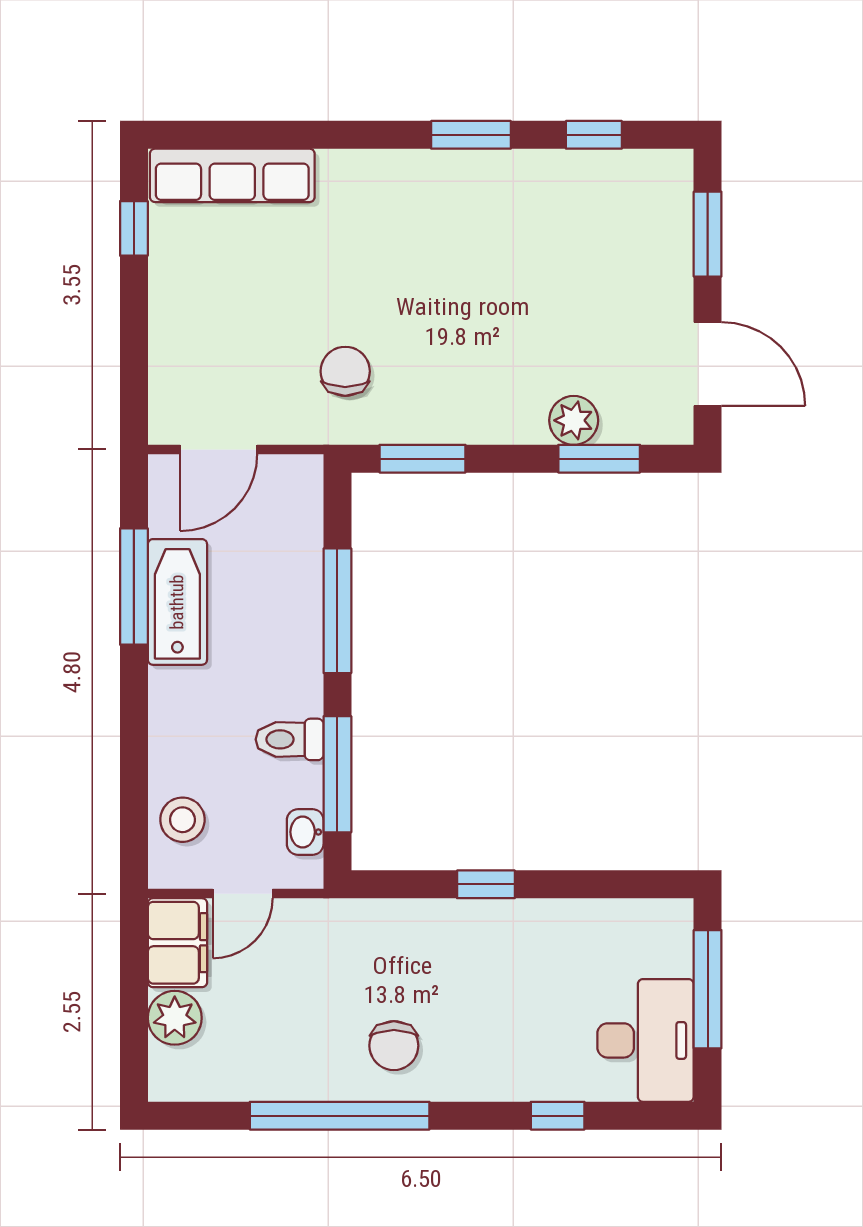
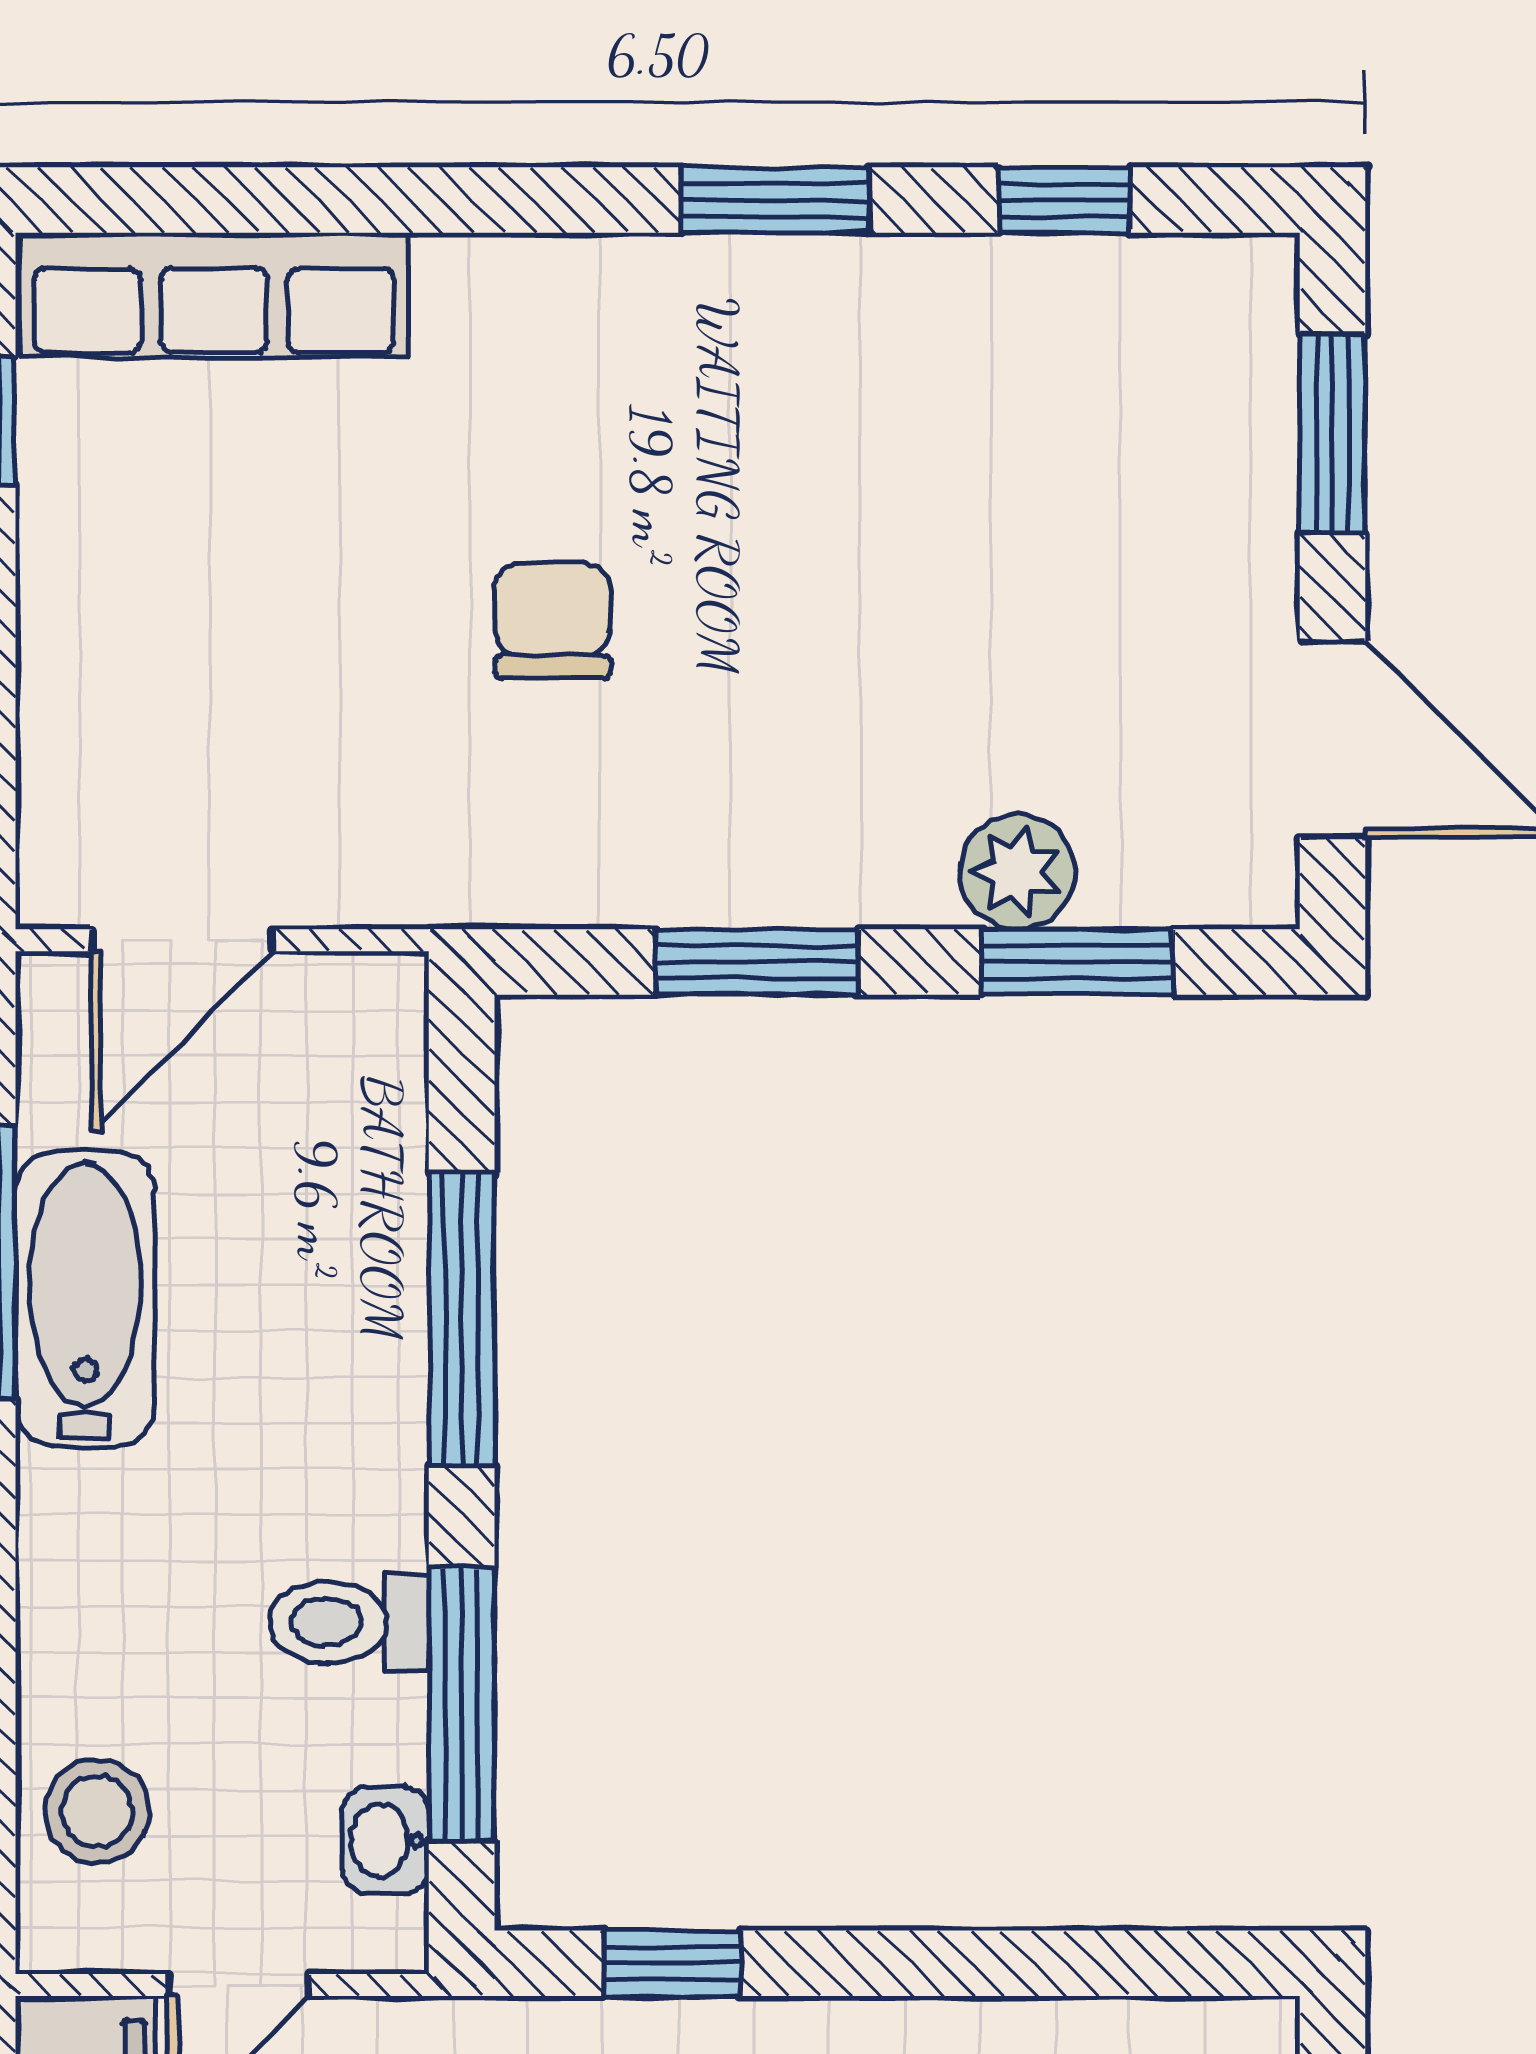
chair: (345, 371) -> (553, 620), moved
window: (422, 459) -> (757, 962), moved
window: (486, 884) -> (672, 1963), moved

